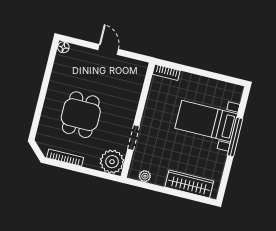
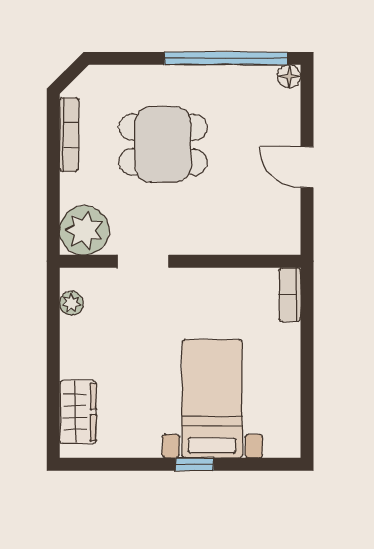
door: (108, 49) -> (307, 167), swing flipped
window: (48, 75) -> (226, 58), added
window: (235, 137) -> (195, 464), width x0.46
wardrobe: (189, 184) -> (78, 412), width x0.67

